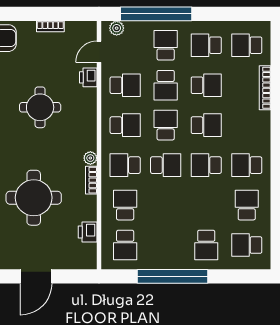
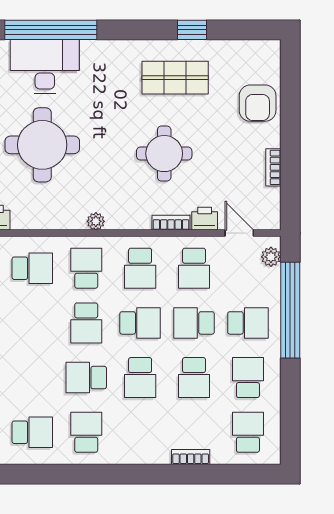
bookcase: (265, 88) -> (191, 457), width x0.64
school desk: (206, 165) -> (86, 378), turned -90
bookcase: (91, 180) -> (171, 223), moved

